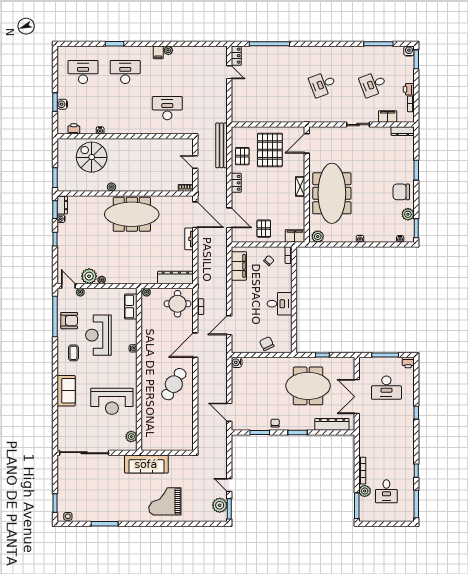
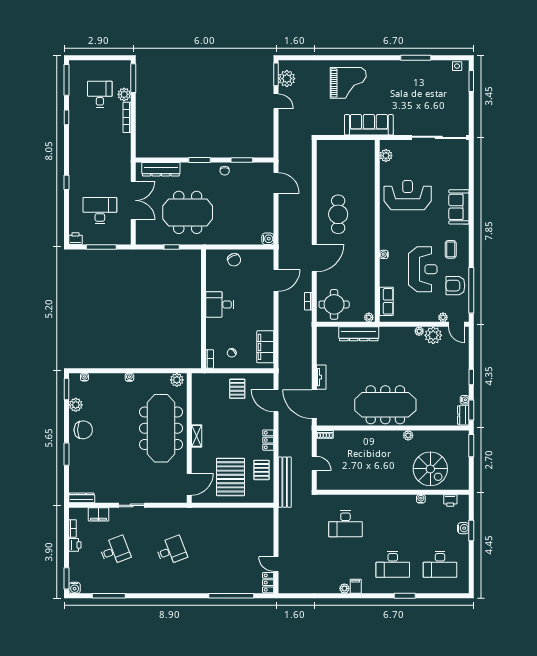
filing cabinet: (295, 236) -> (202, 380), removed
dresser: (175, 278) -> (359, 334), moved
cafe table: (174, 384) -> (338, 214), turned -31

